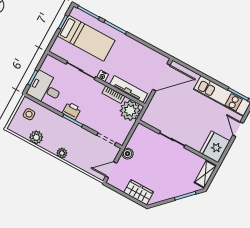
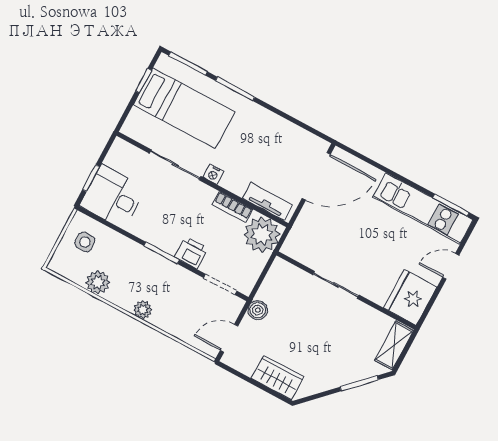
tv unit: (129, 89) -> (267, 202), width x0.71
printer: (72, 111) -> (191, 253), moved
door: (238, 129) -> (451, 266), hinge flipped

